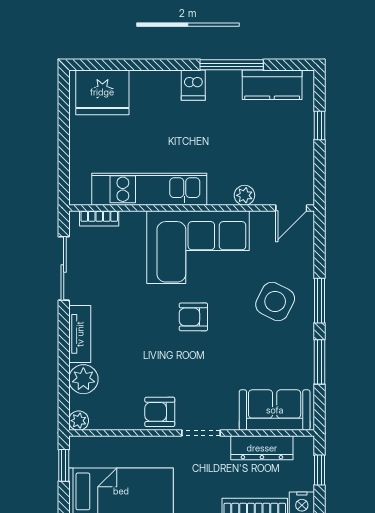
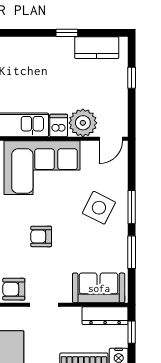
window: (232, 65) -> (67, 33), width x0.46
dishwasher: (193, 85) -> (59, 126), moved, turned 180
plant: (244, 195) -> (83, 123), width x1.88, depth x1.88
armchair: (193, 317) -> (41, 236), moved
dresser: (262, 448) -> (105, 316), moved

